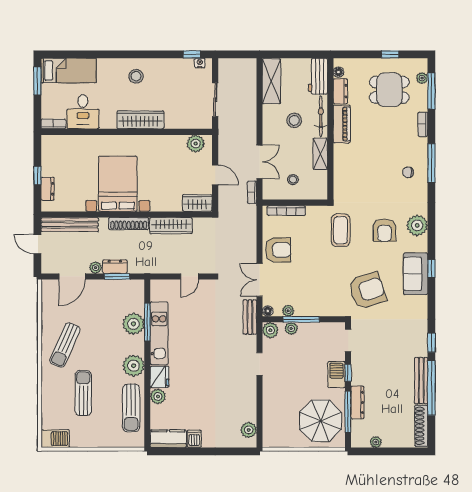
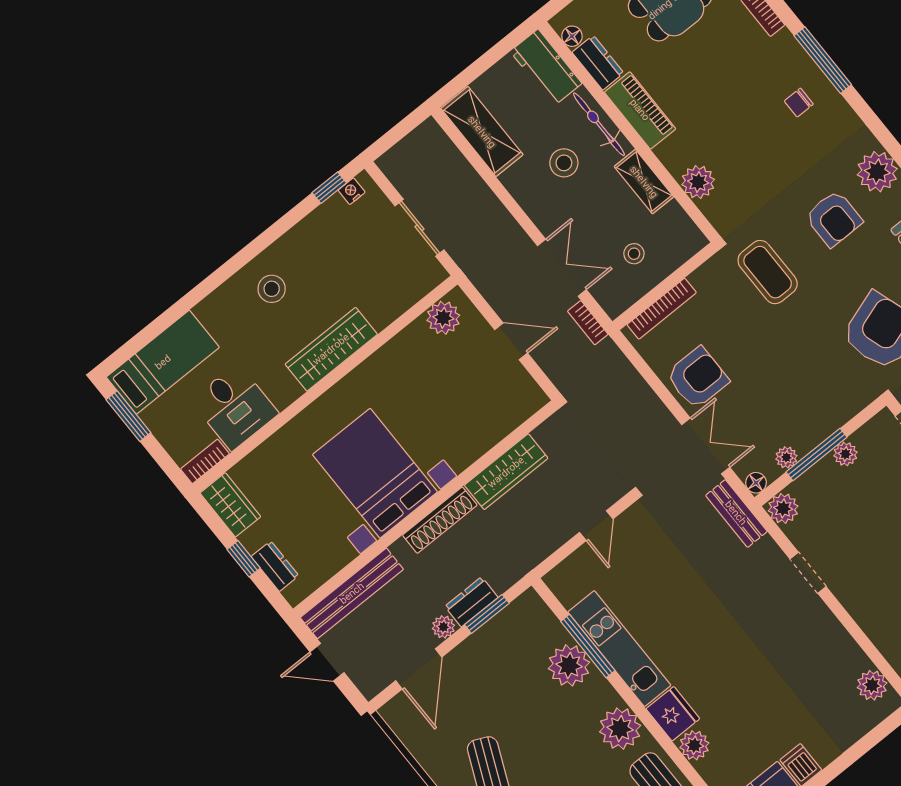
plant: (342, 172) -> (698, 182), added
wardrobe: (197, 203) -> (230, 505), moved, turned 90
double door: (259, 280) -> (706, 446), swing flipped
plant: (291, 328) -> (845, 454), moved

